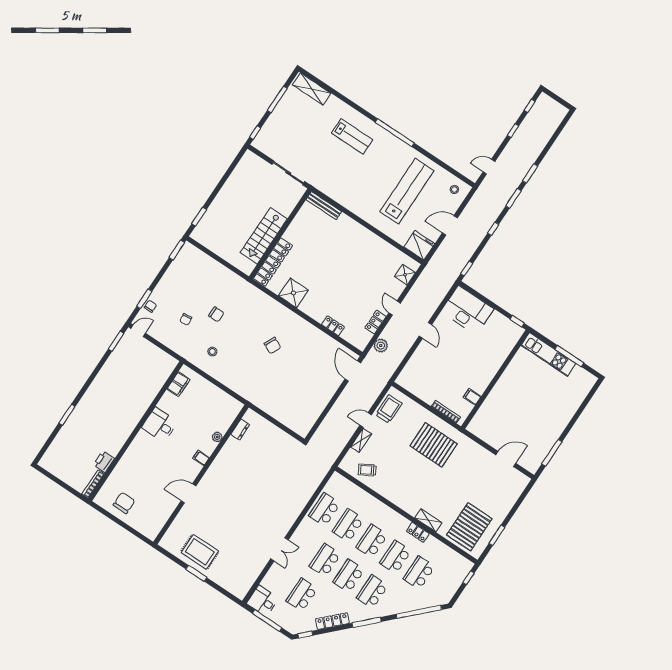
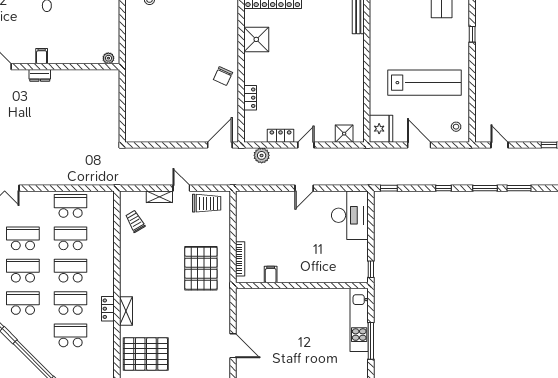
window: (395, 133) -> (472, 34), width x0.32
chair: (273, 346) -> (223, 76), moved
dresser: (240, 430) -> (40, 75), moved
plant: (217, 437) -> (108, 58), moved

